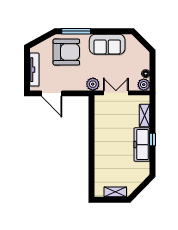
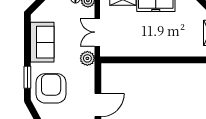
window: (76, 31) -> (27, 77), width x0.69

